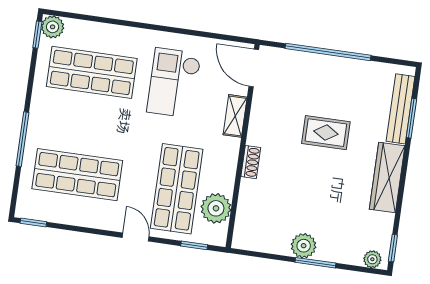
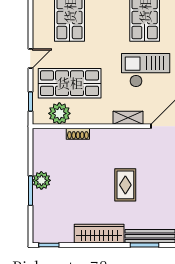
shoe rack: (251, 162) -> (78, 134), moved
plant: (372, 259) -> (39, 231), removed

